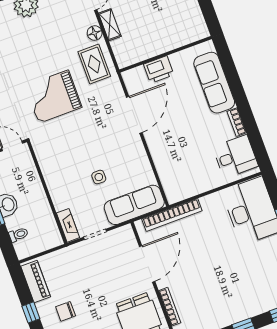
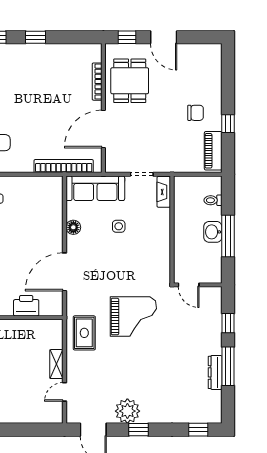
floor lamp: (95, 33) -> (73, 227), moved

